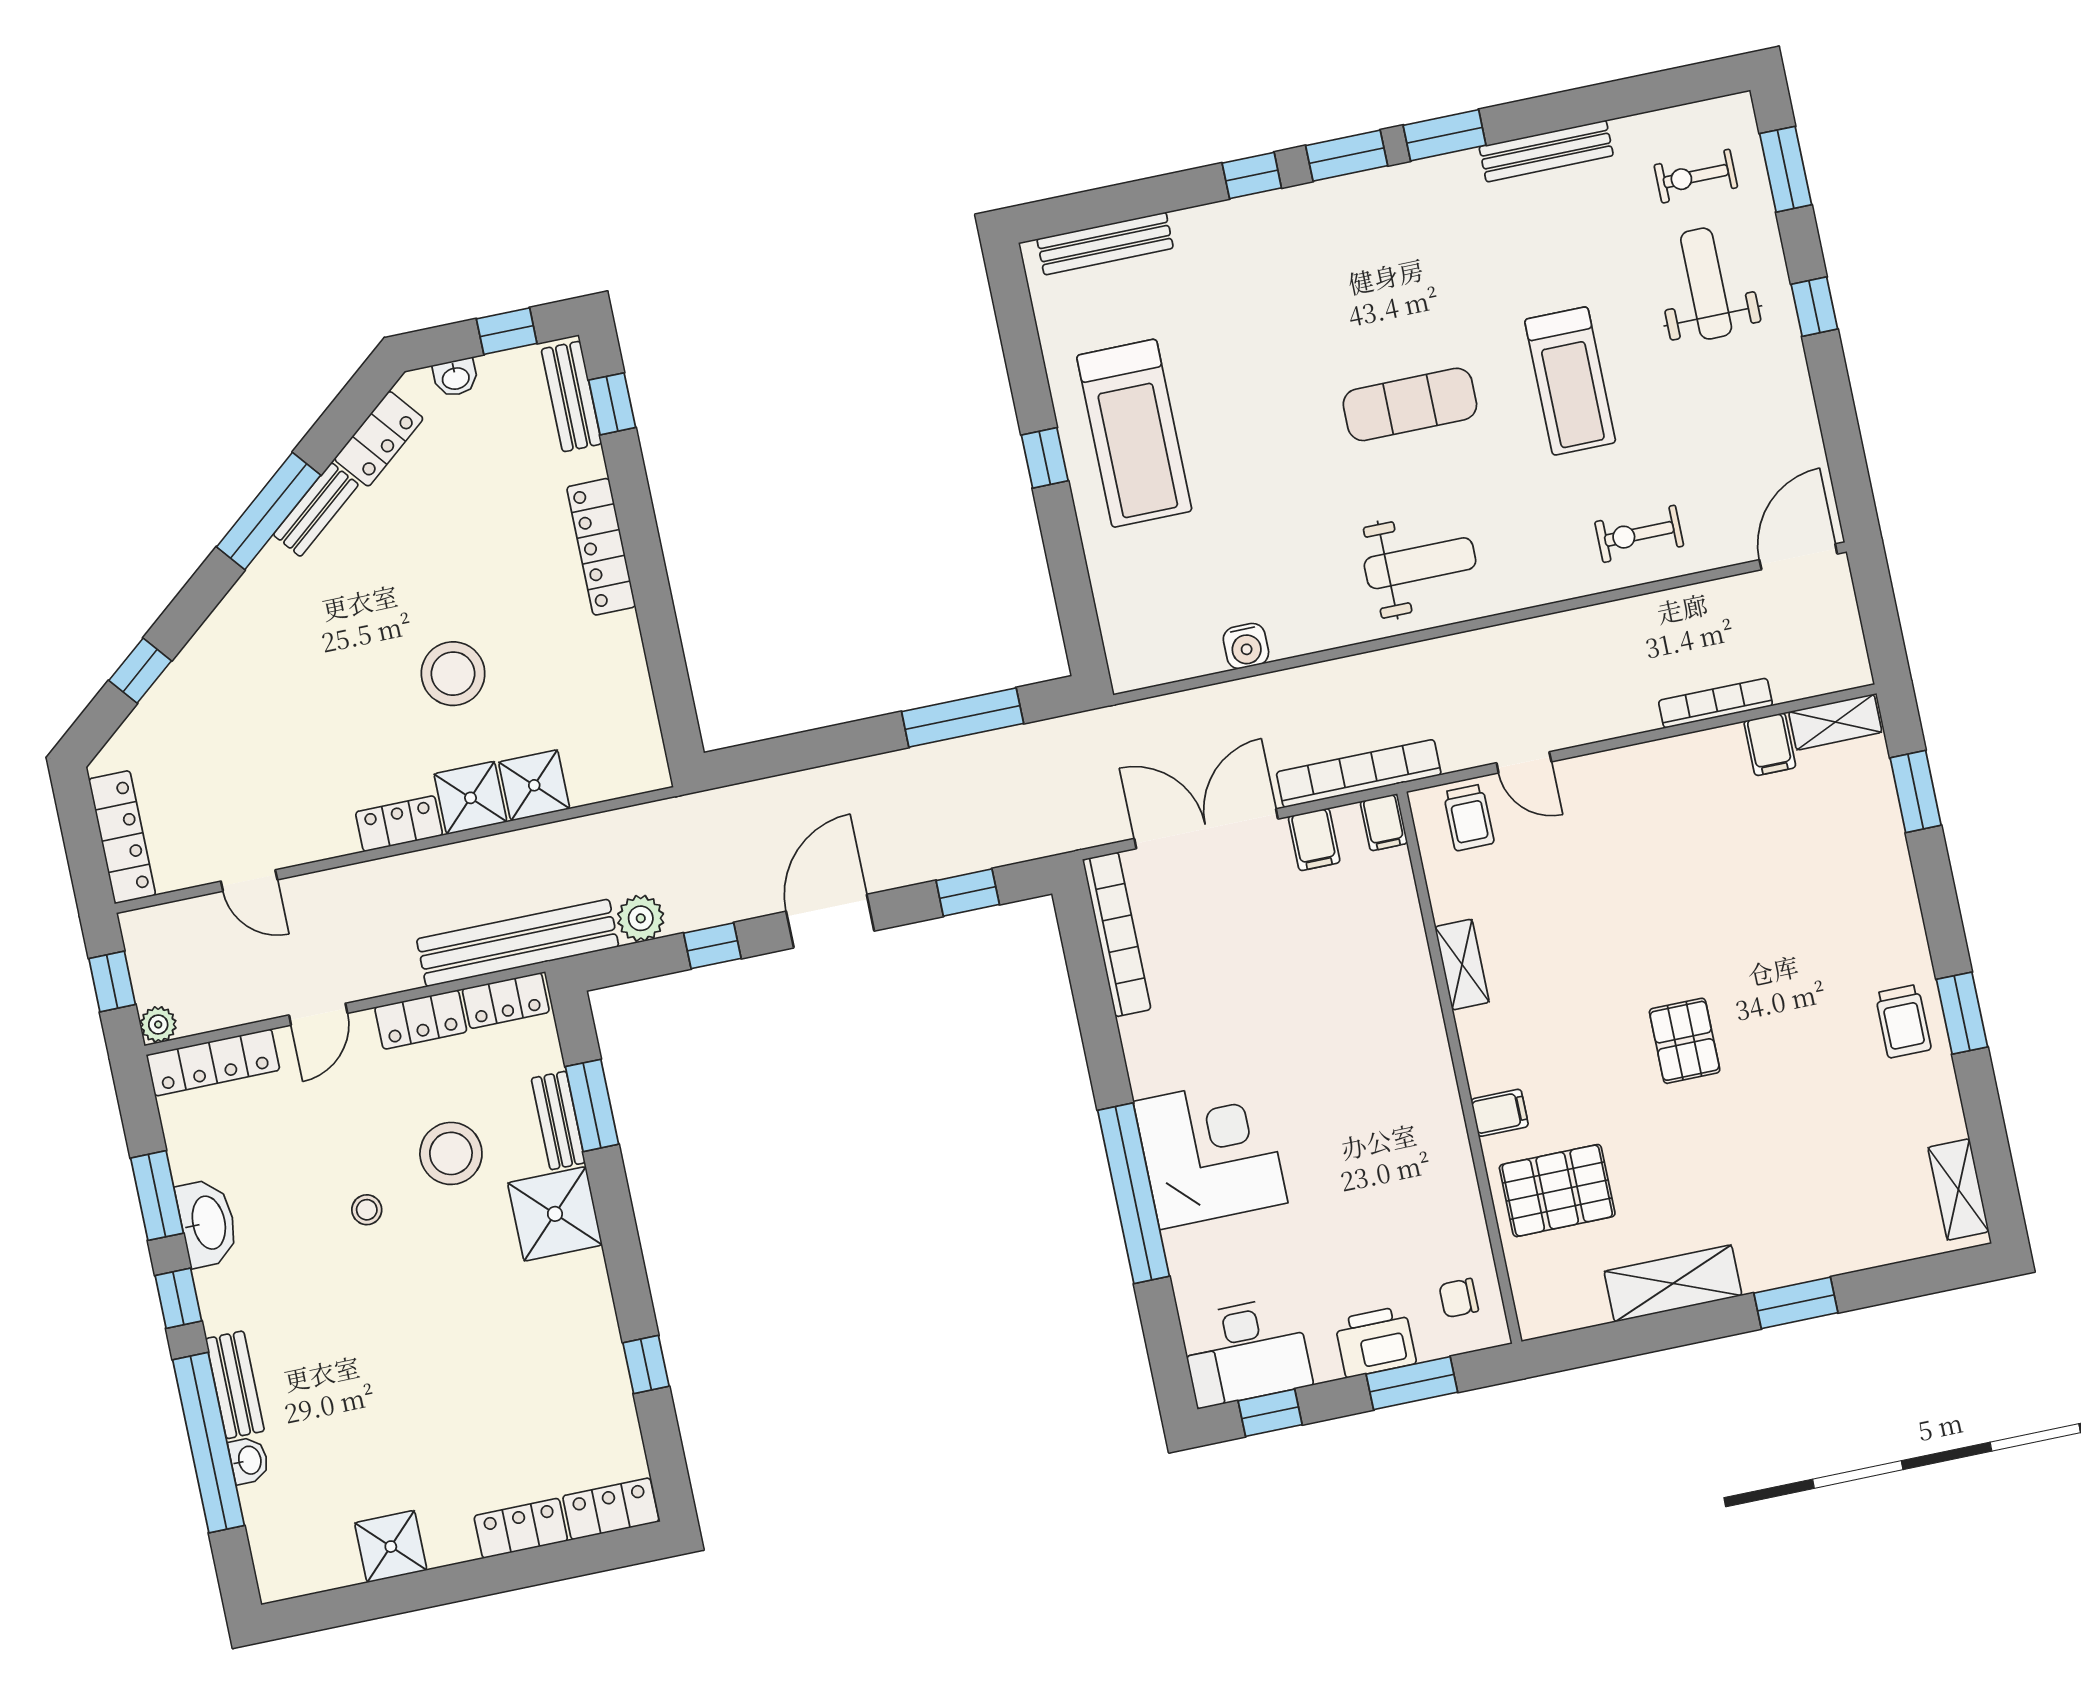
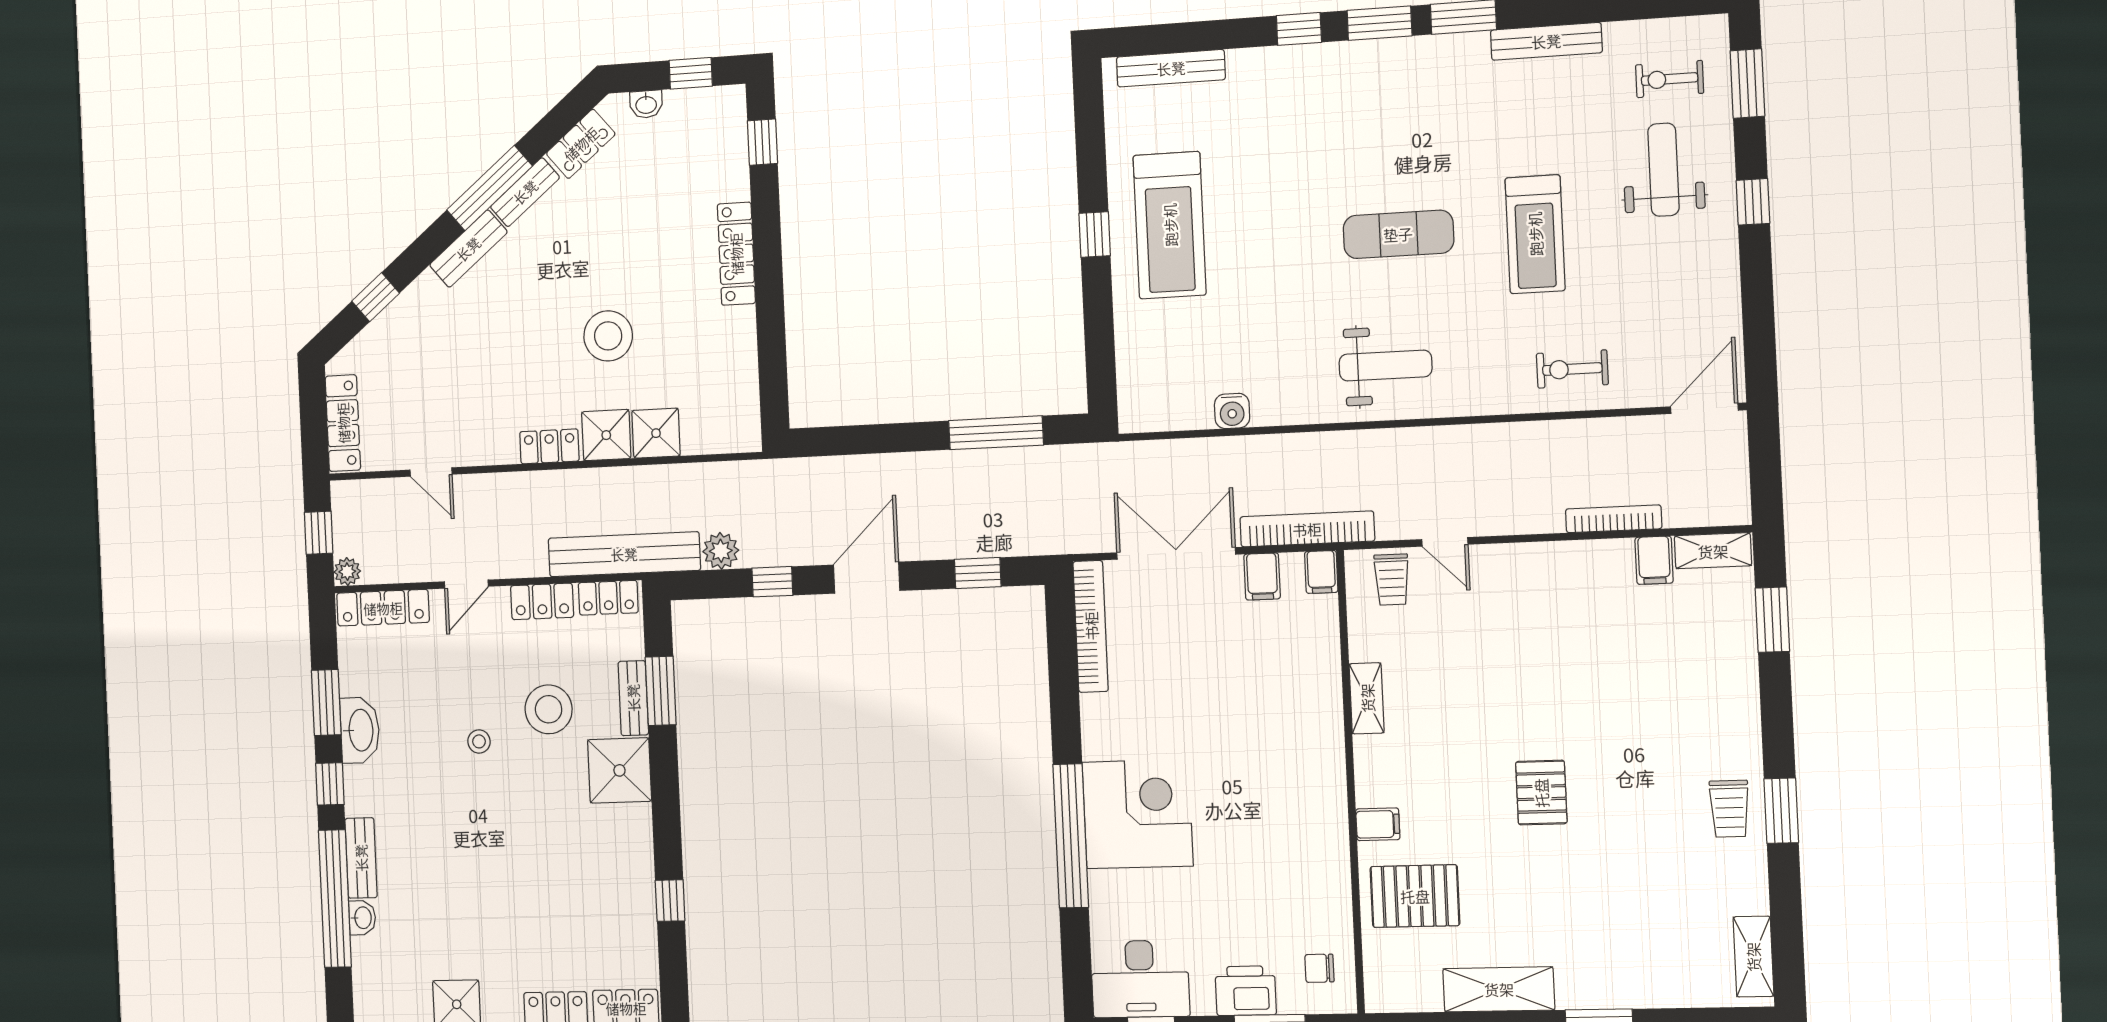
bench: (571, 396) -> (468, 249), moved, turned 51

